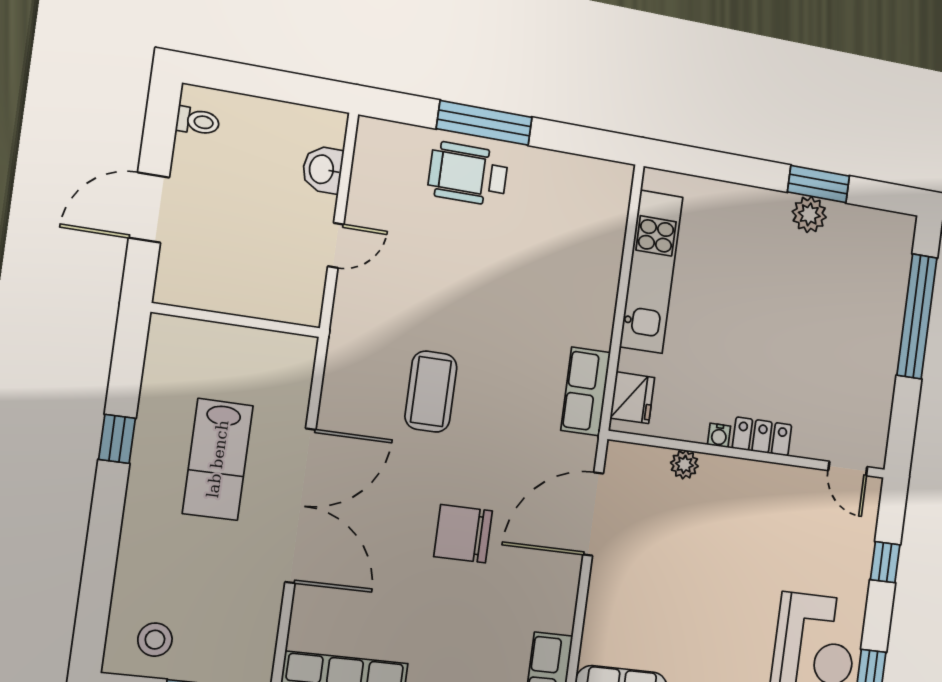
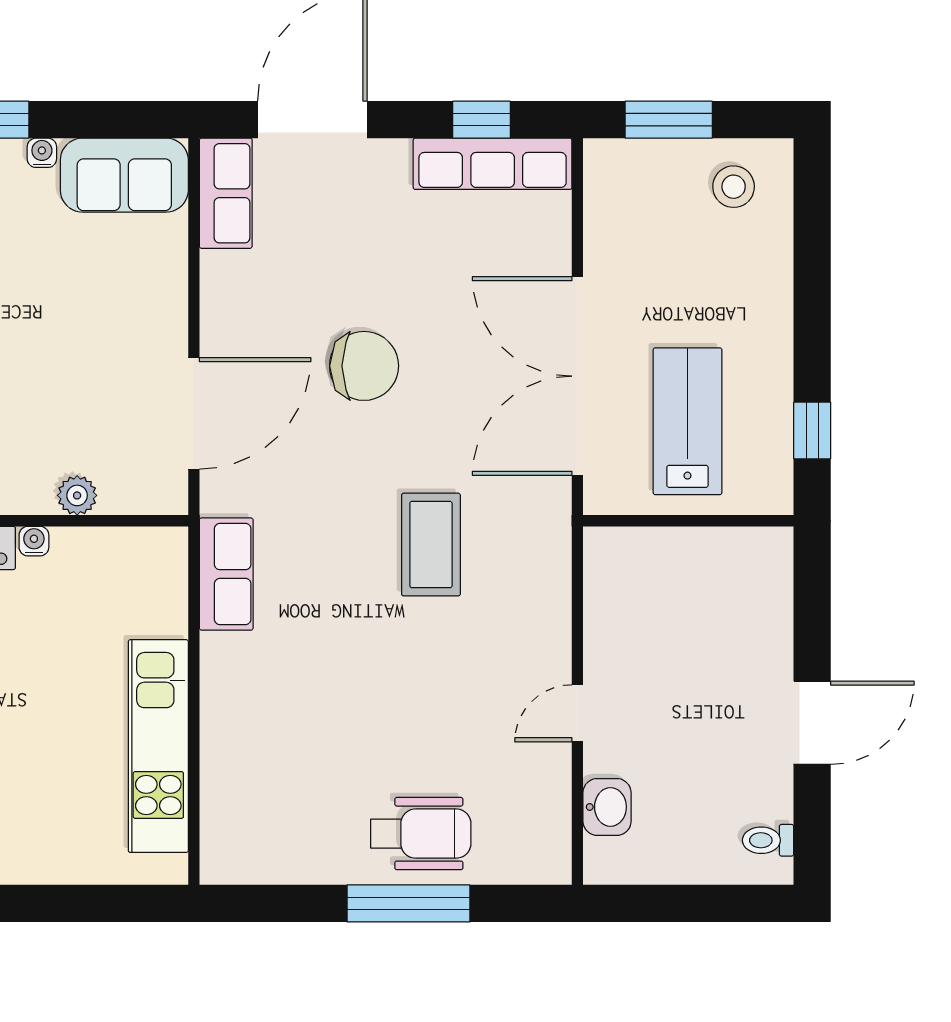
wall: (236, 320) -> (688, 521), moved
fridge: (632, 398) -> (161, 575), removed

